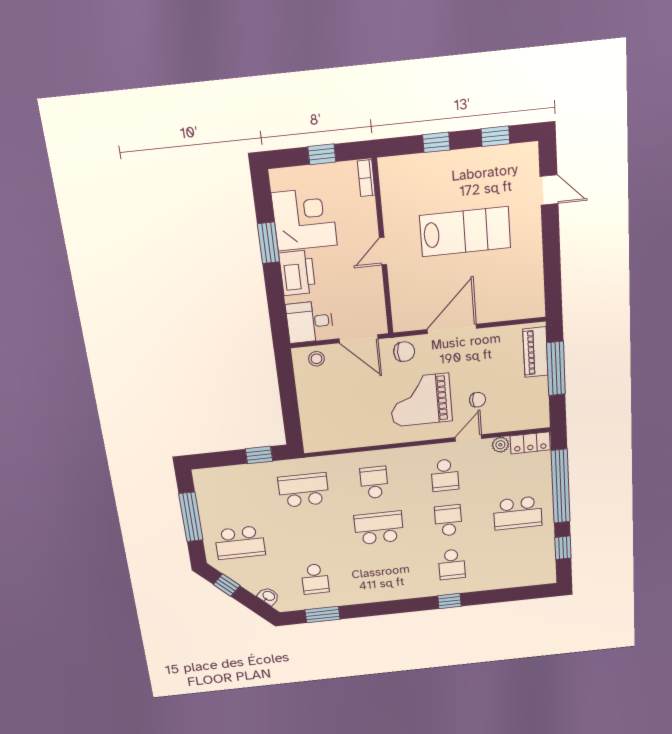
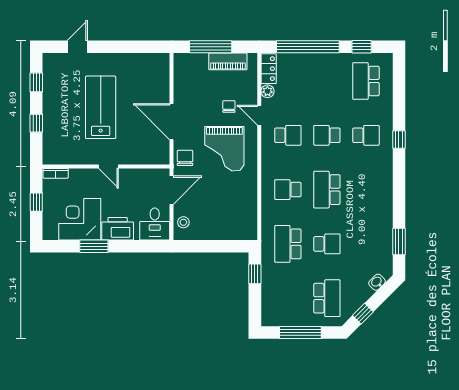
piano: (536, 352) -> (228, 61), moved
school desk: (518, 513) -> (366, 81), moved, turned 180
school desk: (315, 579) -> (327, 244), moved

